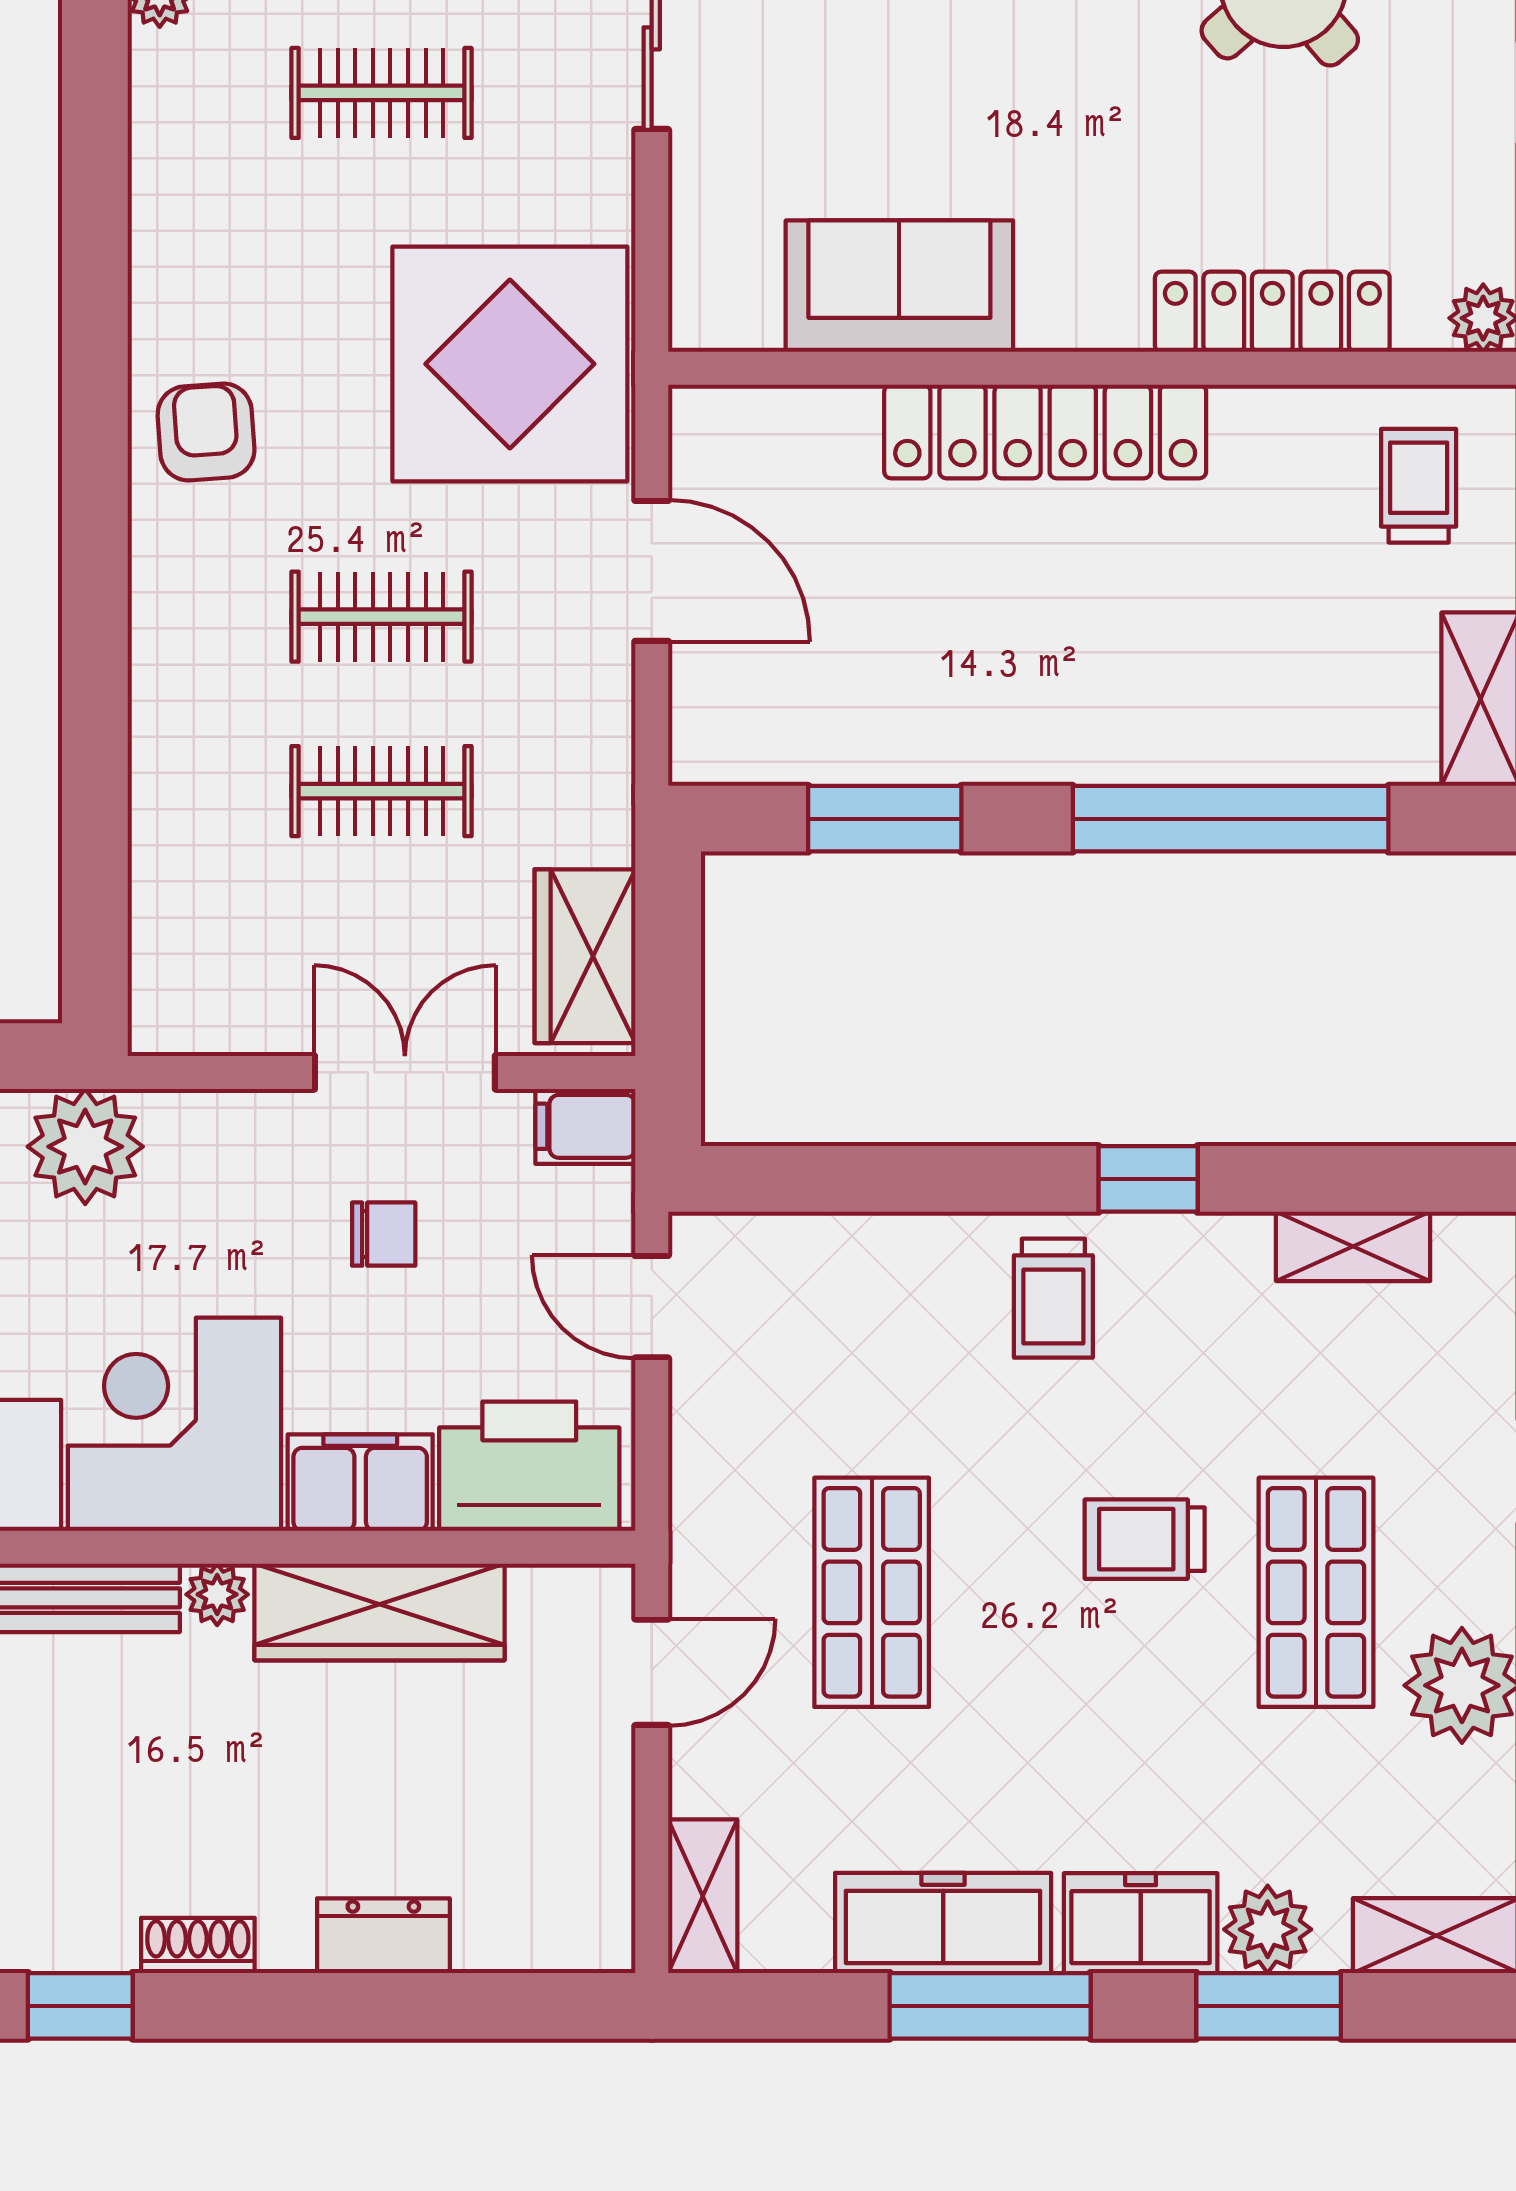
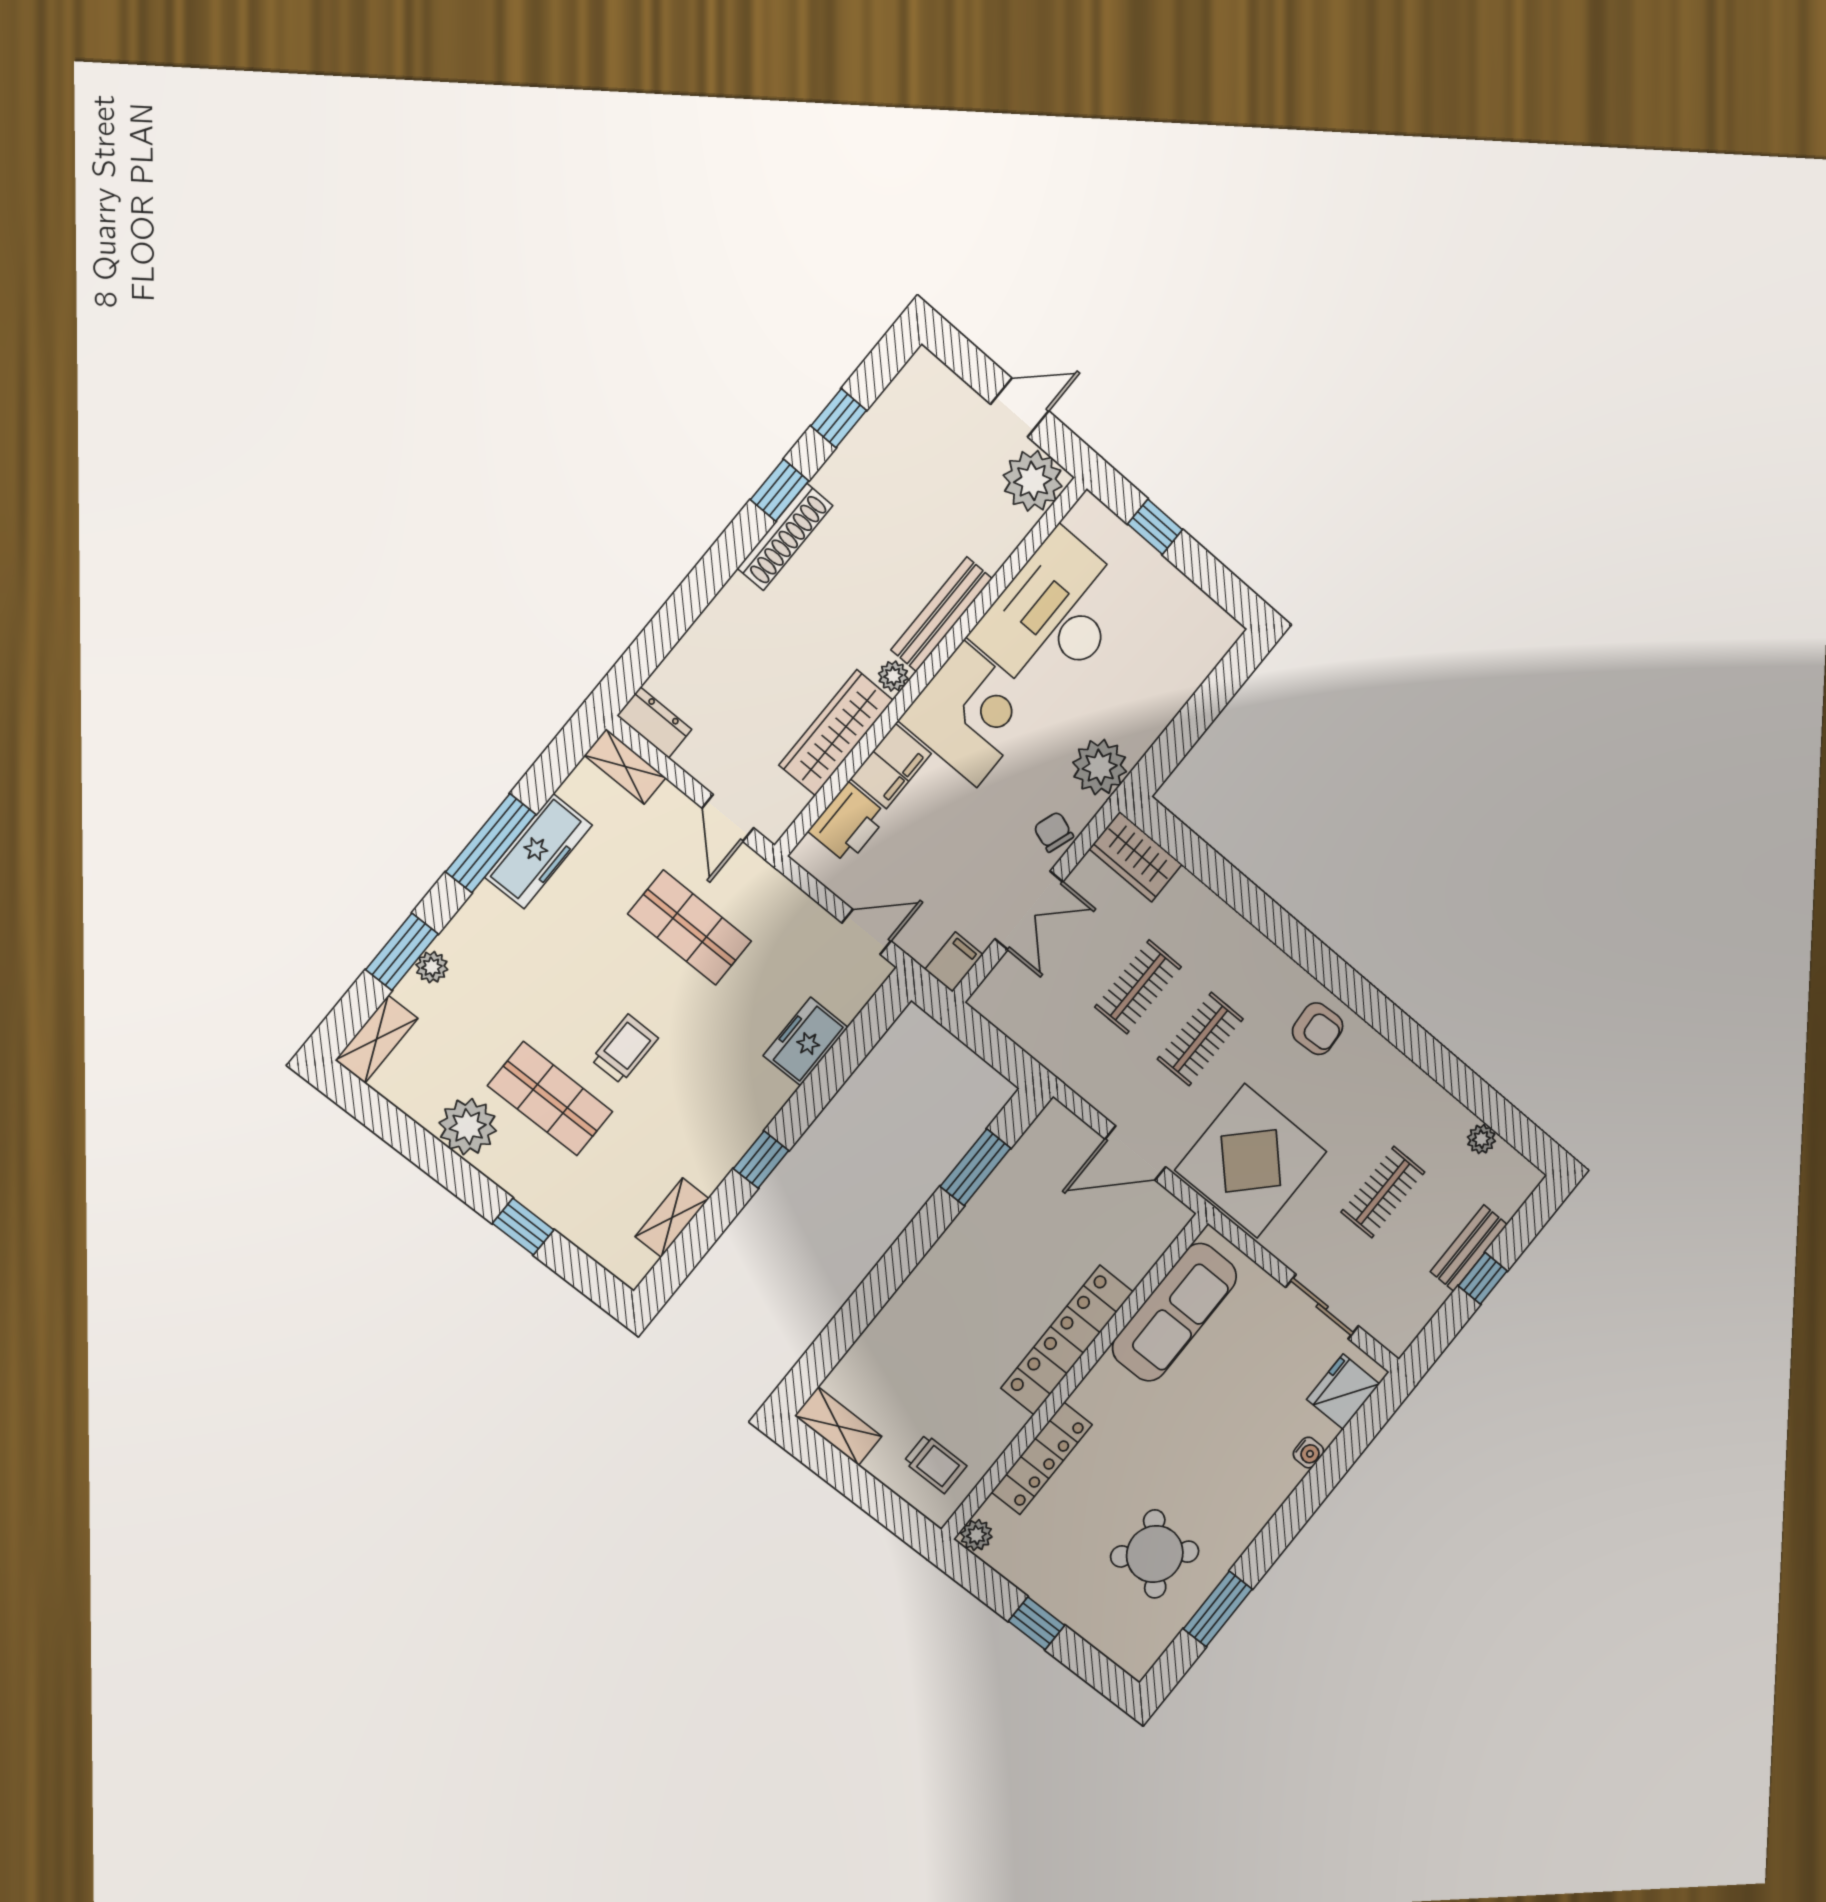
sofa: (899, 286) -> (1174, 1312), width x1.36
window: (1231, 819) -> (870, 1297), removed
wardrobe: (585, 956) -> (1136, 857), moved, turned 180
chair: (384, 1234) -> (1054, 832), moved, turned 109
trolley: (1053, 1298) -> (745, 1088), removed
printer: (529, 1466) -> (848, 823), width x0.73, depth x0.84
freezer: (1141, 1923) -> (806, 1041), moved, turned 180
plant: (1268, 1929) -> (432, 967), width x0.73, depth x0.73
dresser: (383, 1936) -> (654, 723), moved, turned -90
shoe rack: (198, 1945) -> (785, 537), width x1.94, depth x1.24

